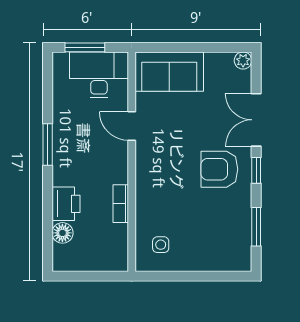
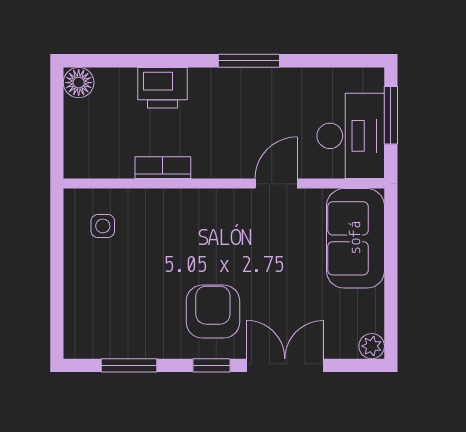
floor lamp: (62, 233) -> (79, 83), moved

